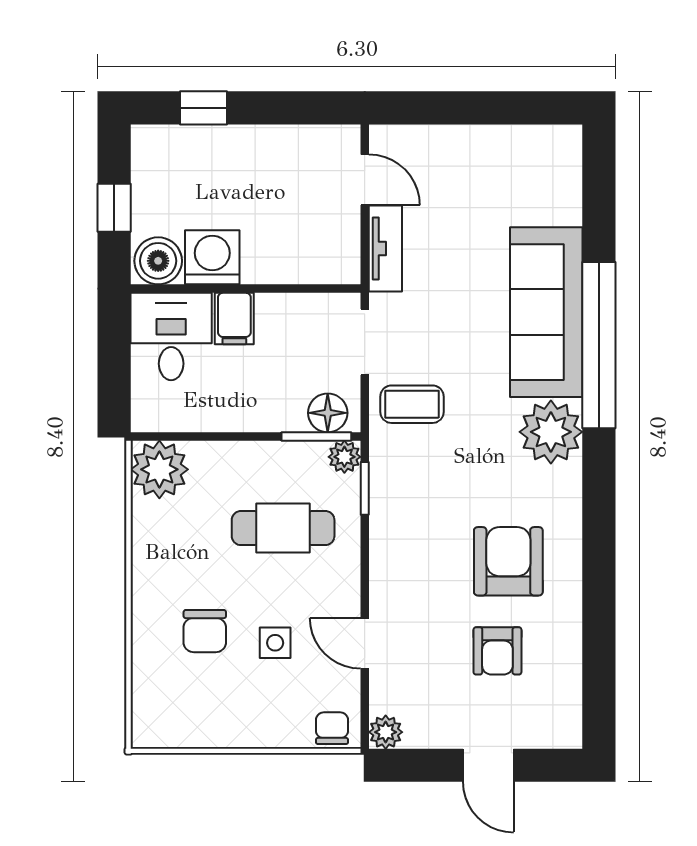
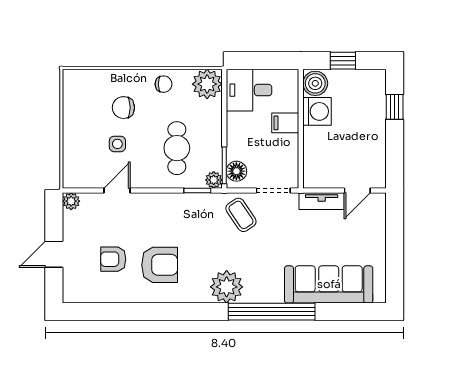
sofa: (546, 312) -> (329, 284), moved
desk: (171, 336) -> (249, 90), moved, turned 180
coffee table: (412, 404) -> (241, 215), turned -34
chair: (332, 728) -> (164, 84), moved

